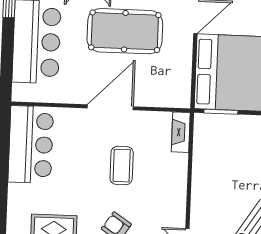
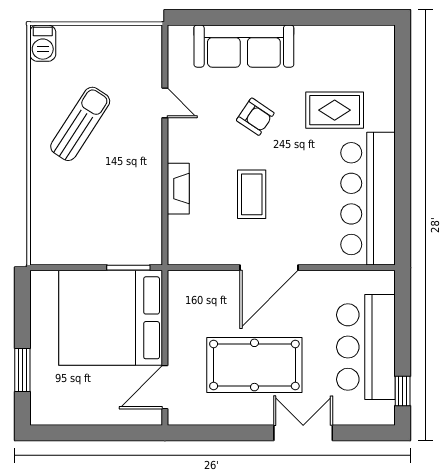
fireplace: (181, 132) -> (178, 189), moved
bar counter: (31, 145) -> (368, 199), width x1.36

